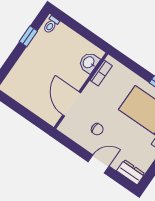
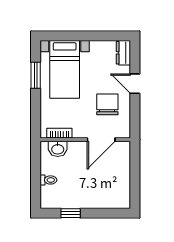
toilet: (51, 25) -> (48, 180), moved
chair: (97, 129) -> (107, 104), width x1.87, depth x1.87

